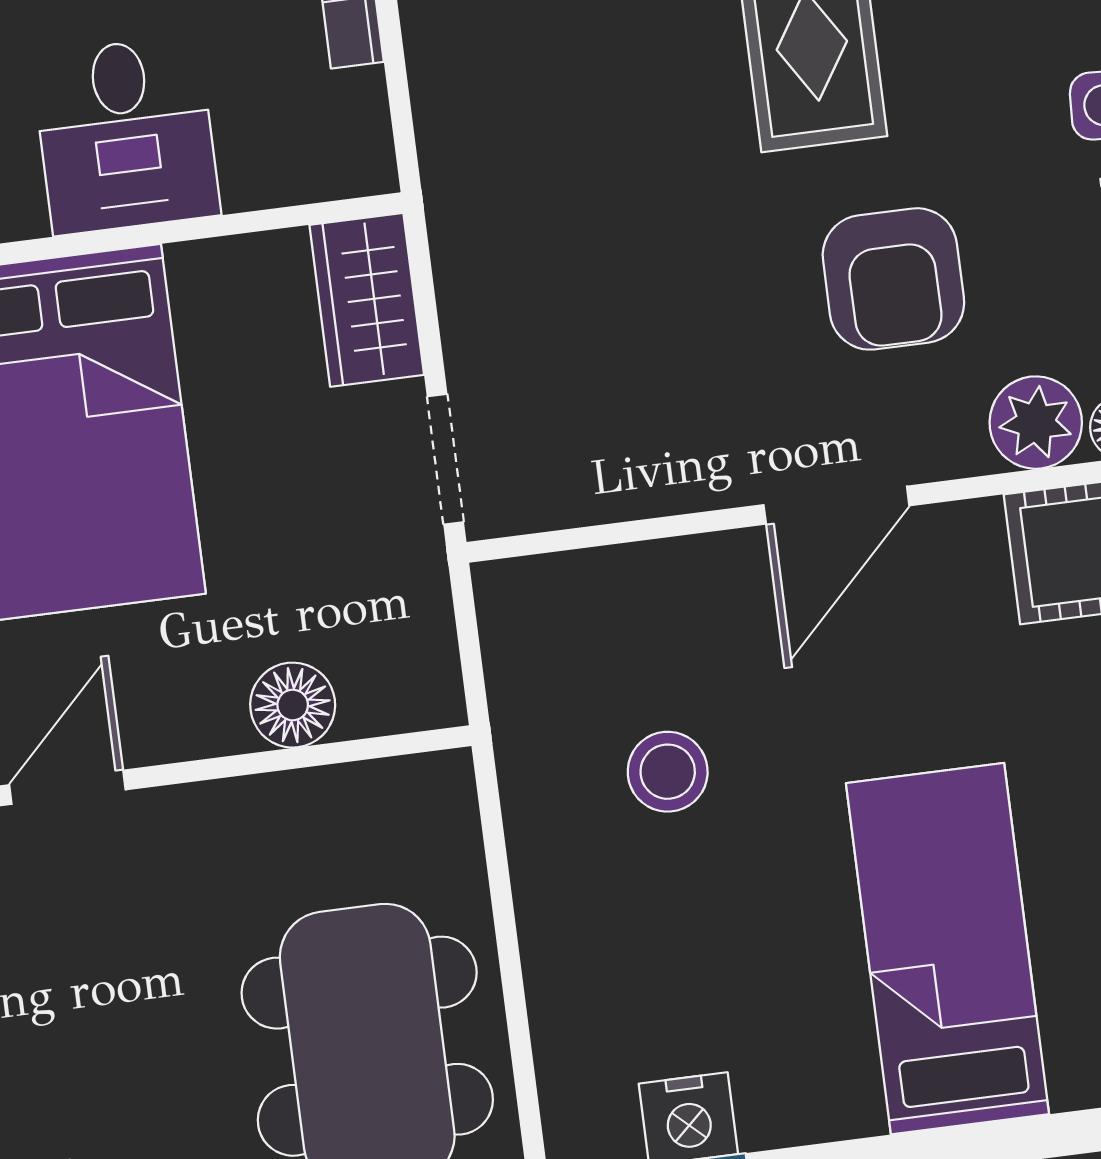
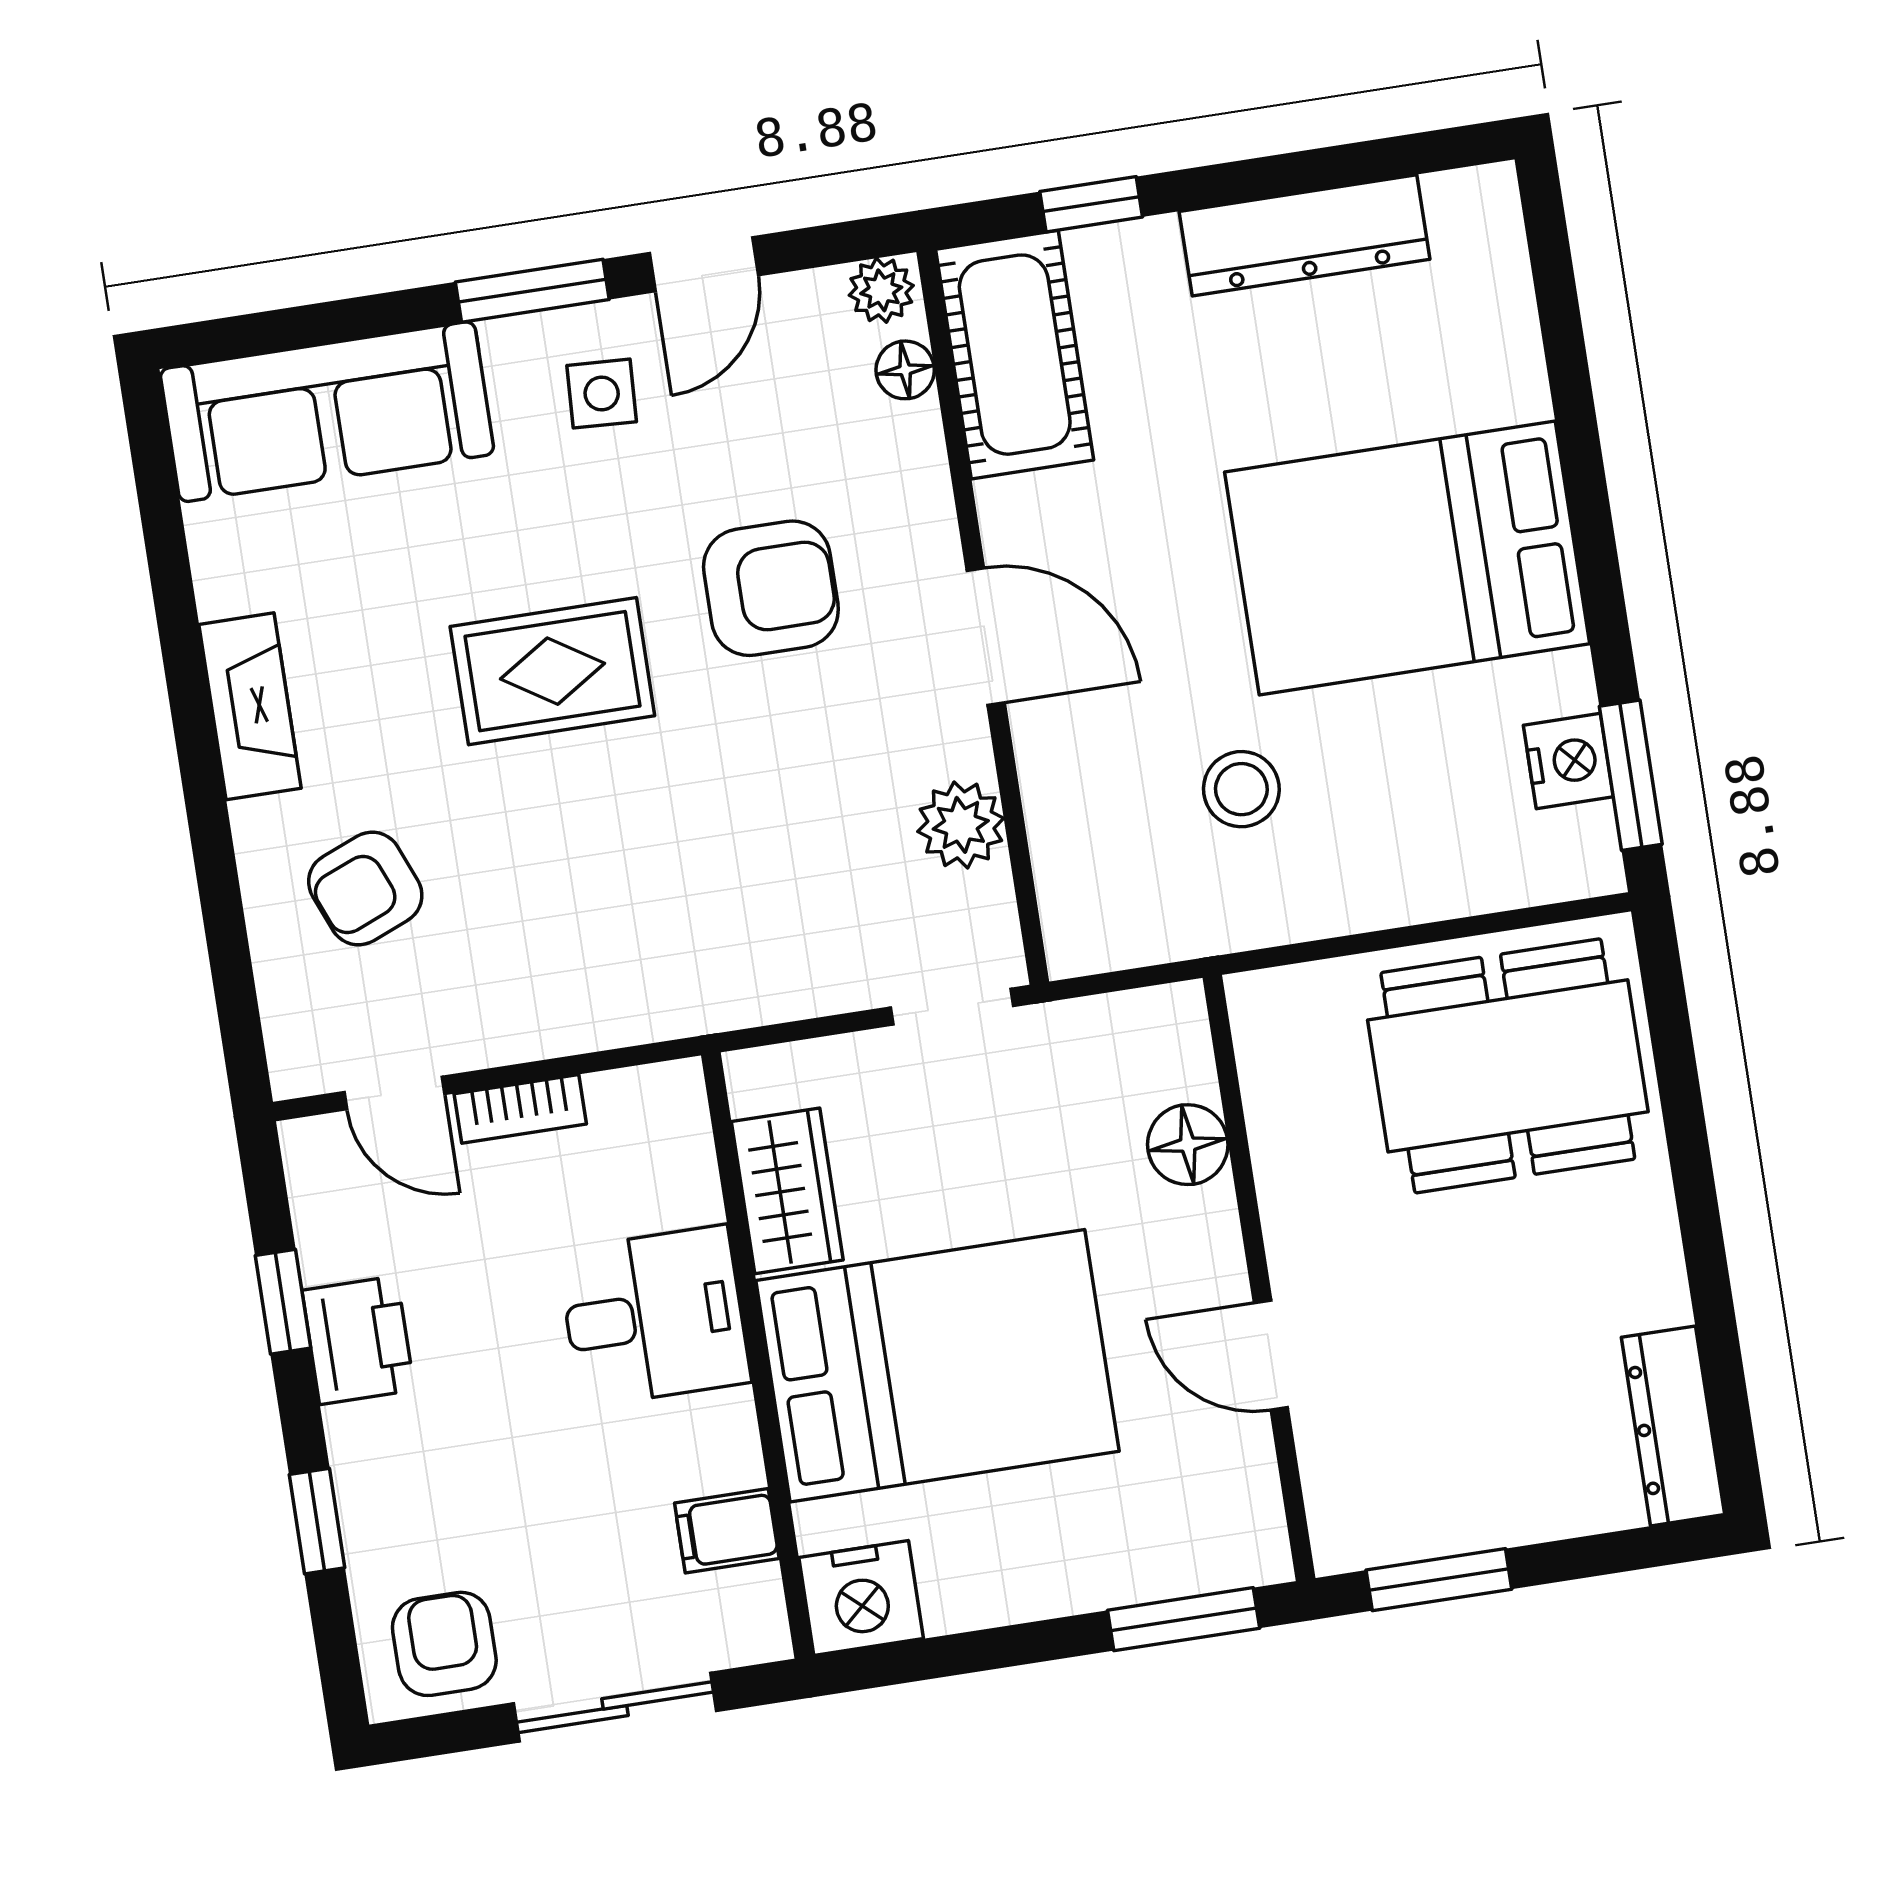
wardrobe: (367, 300) -> (787, 1191), moved, turned -90
plant: (1036, 423) -> (961, 825), moved
bed: (947, 949) -> (1407, 558), width x1.50

